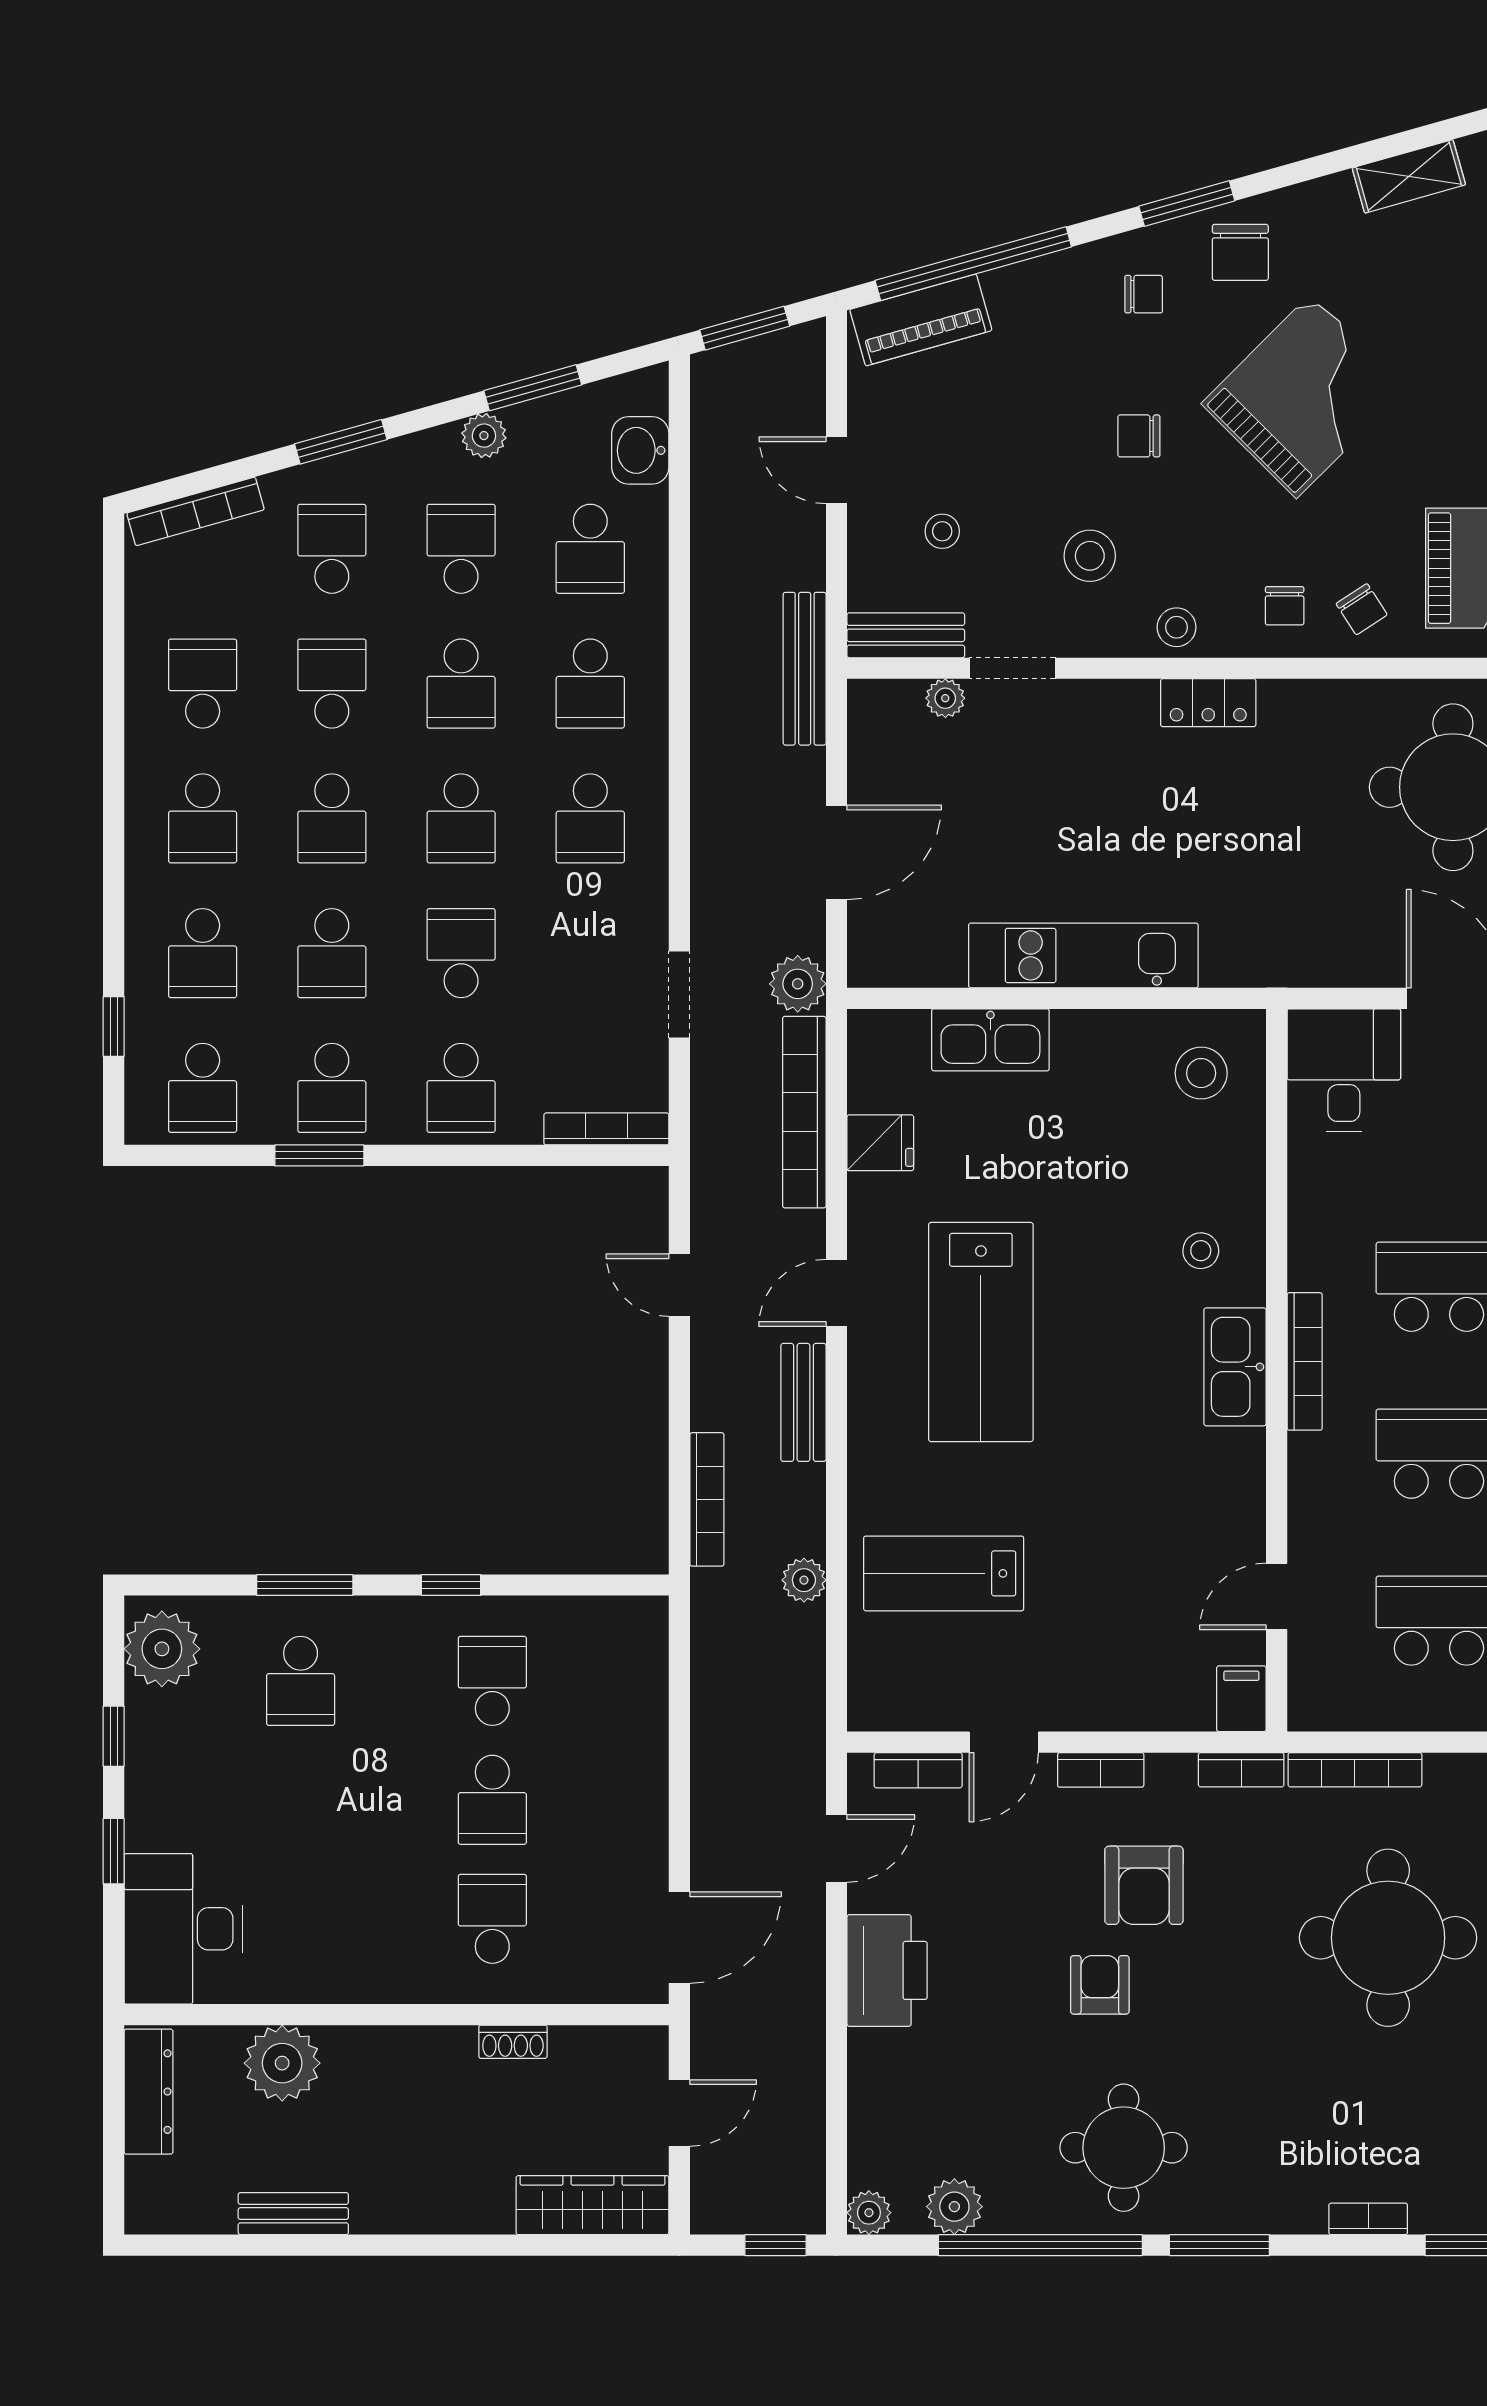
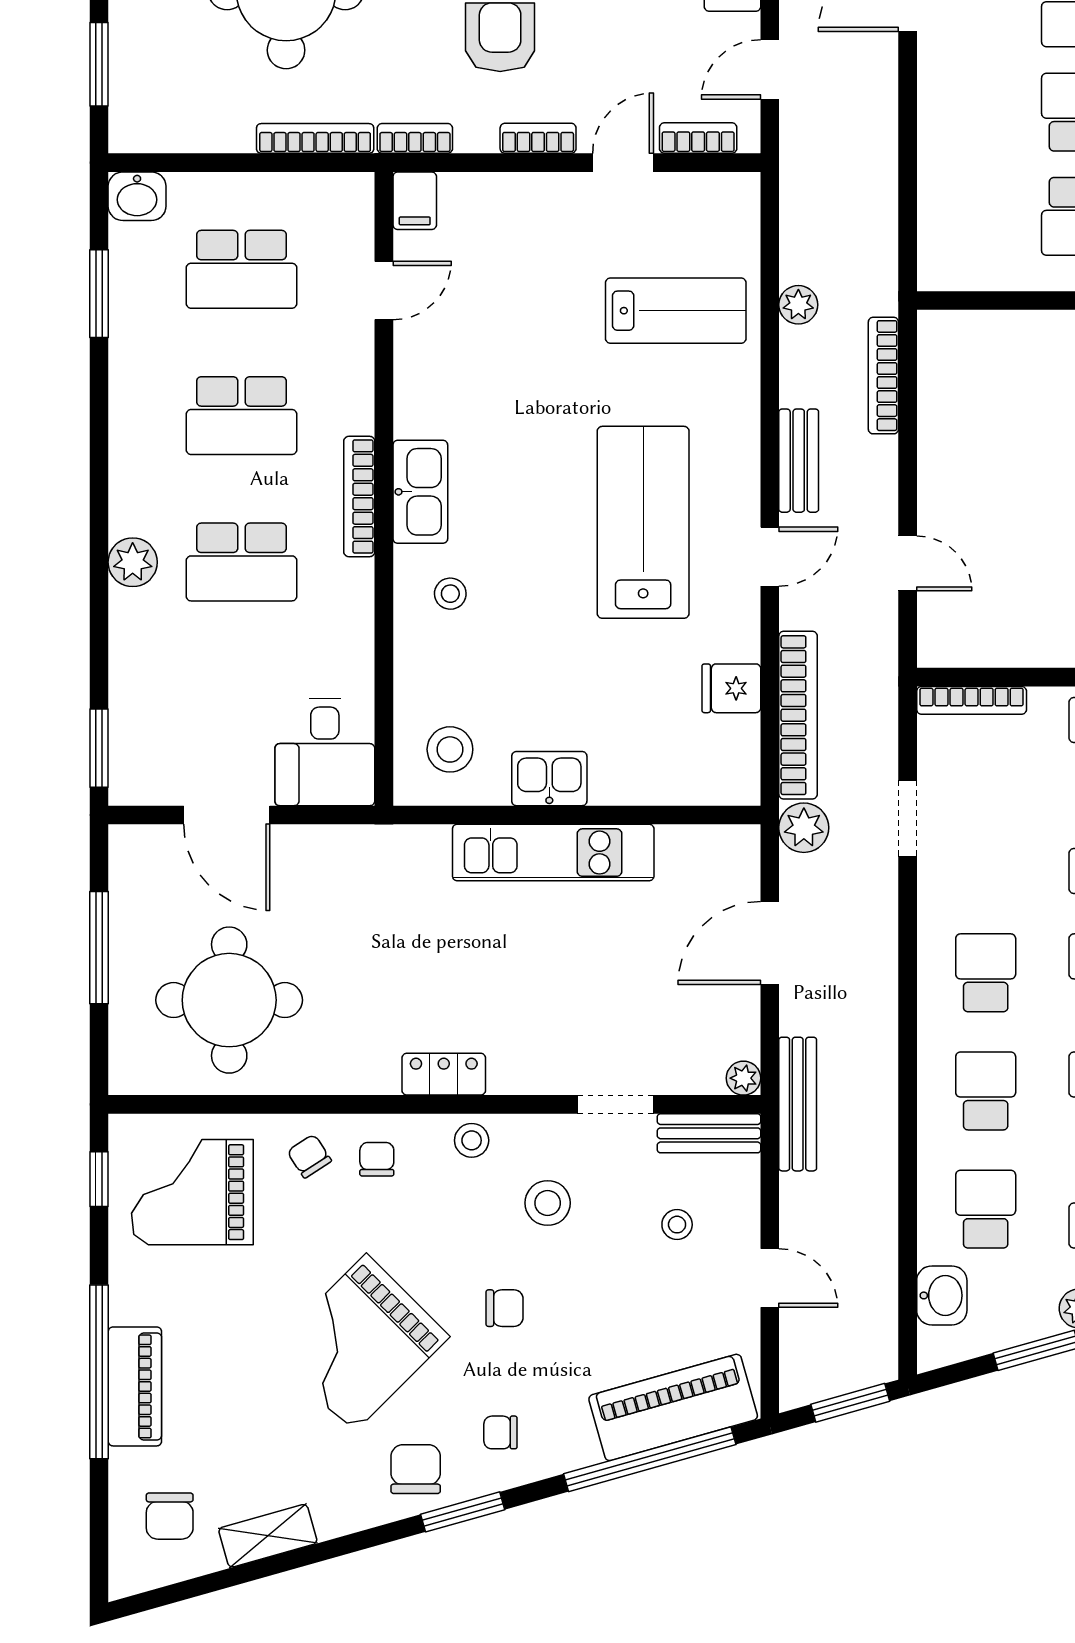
piano: (921, 320) -> (673, 1407), width x1.37, depth x1.33
plant: (945, 698) -> (743, 1078), moved
kitchen sink: (990, 1040) -> (549, 779), moved, width x0.73

